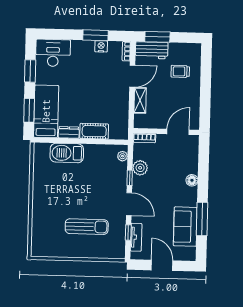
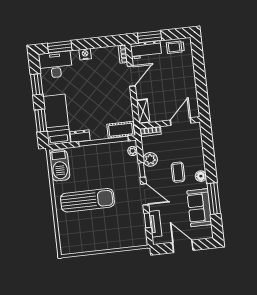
window: (95, 35) -> (60, 47), moved
nightstand: (101, 46) -> (85, 54), moved
trolley: (180, 71) -> (175, 47), moved
shelving: (140, 100) -> (143, 111), moved
cot: (94, 131) -> (121, 130), moved
window: (93, 141) -> (103, 141), added
barbecue: (67, 153) -> (60, 165), moved, turned -90
floor lamp: (192, 180) -> (201, 176), moved
coffee table: (168, 186) -> (178, 172), added
sun lounger: (87, 227) -> (87, 200), moved, width x1.36, depth x1.34

